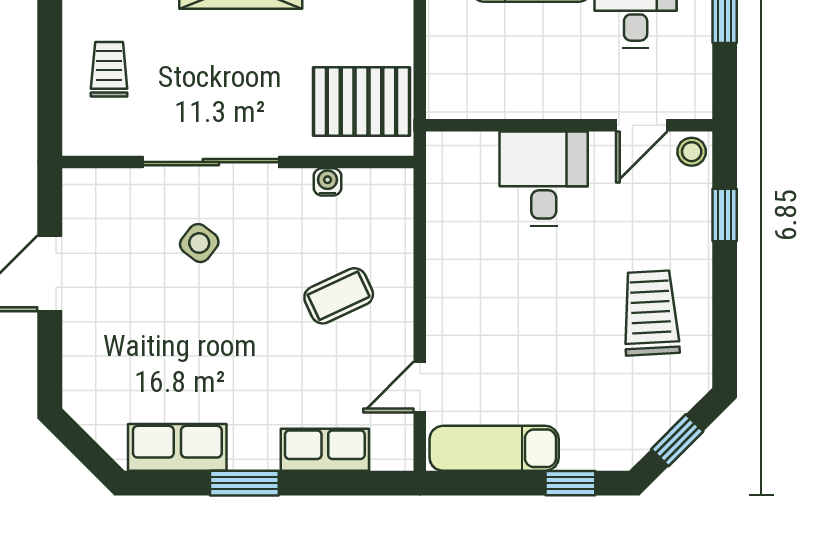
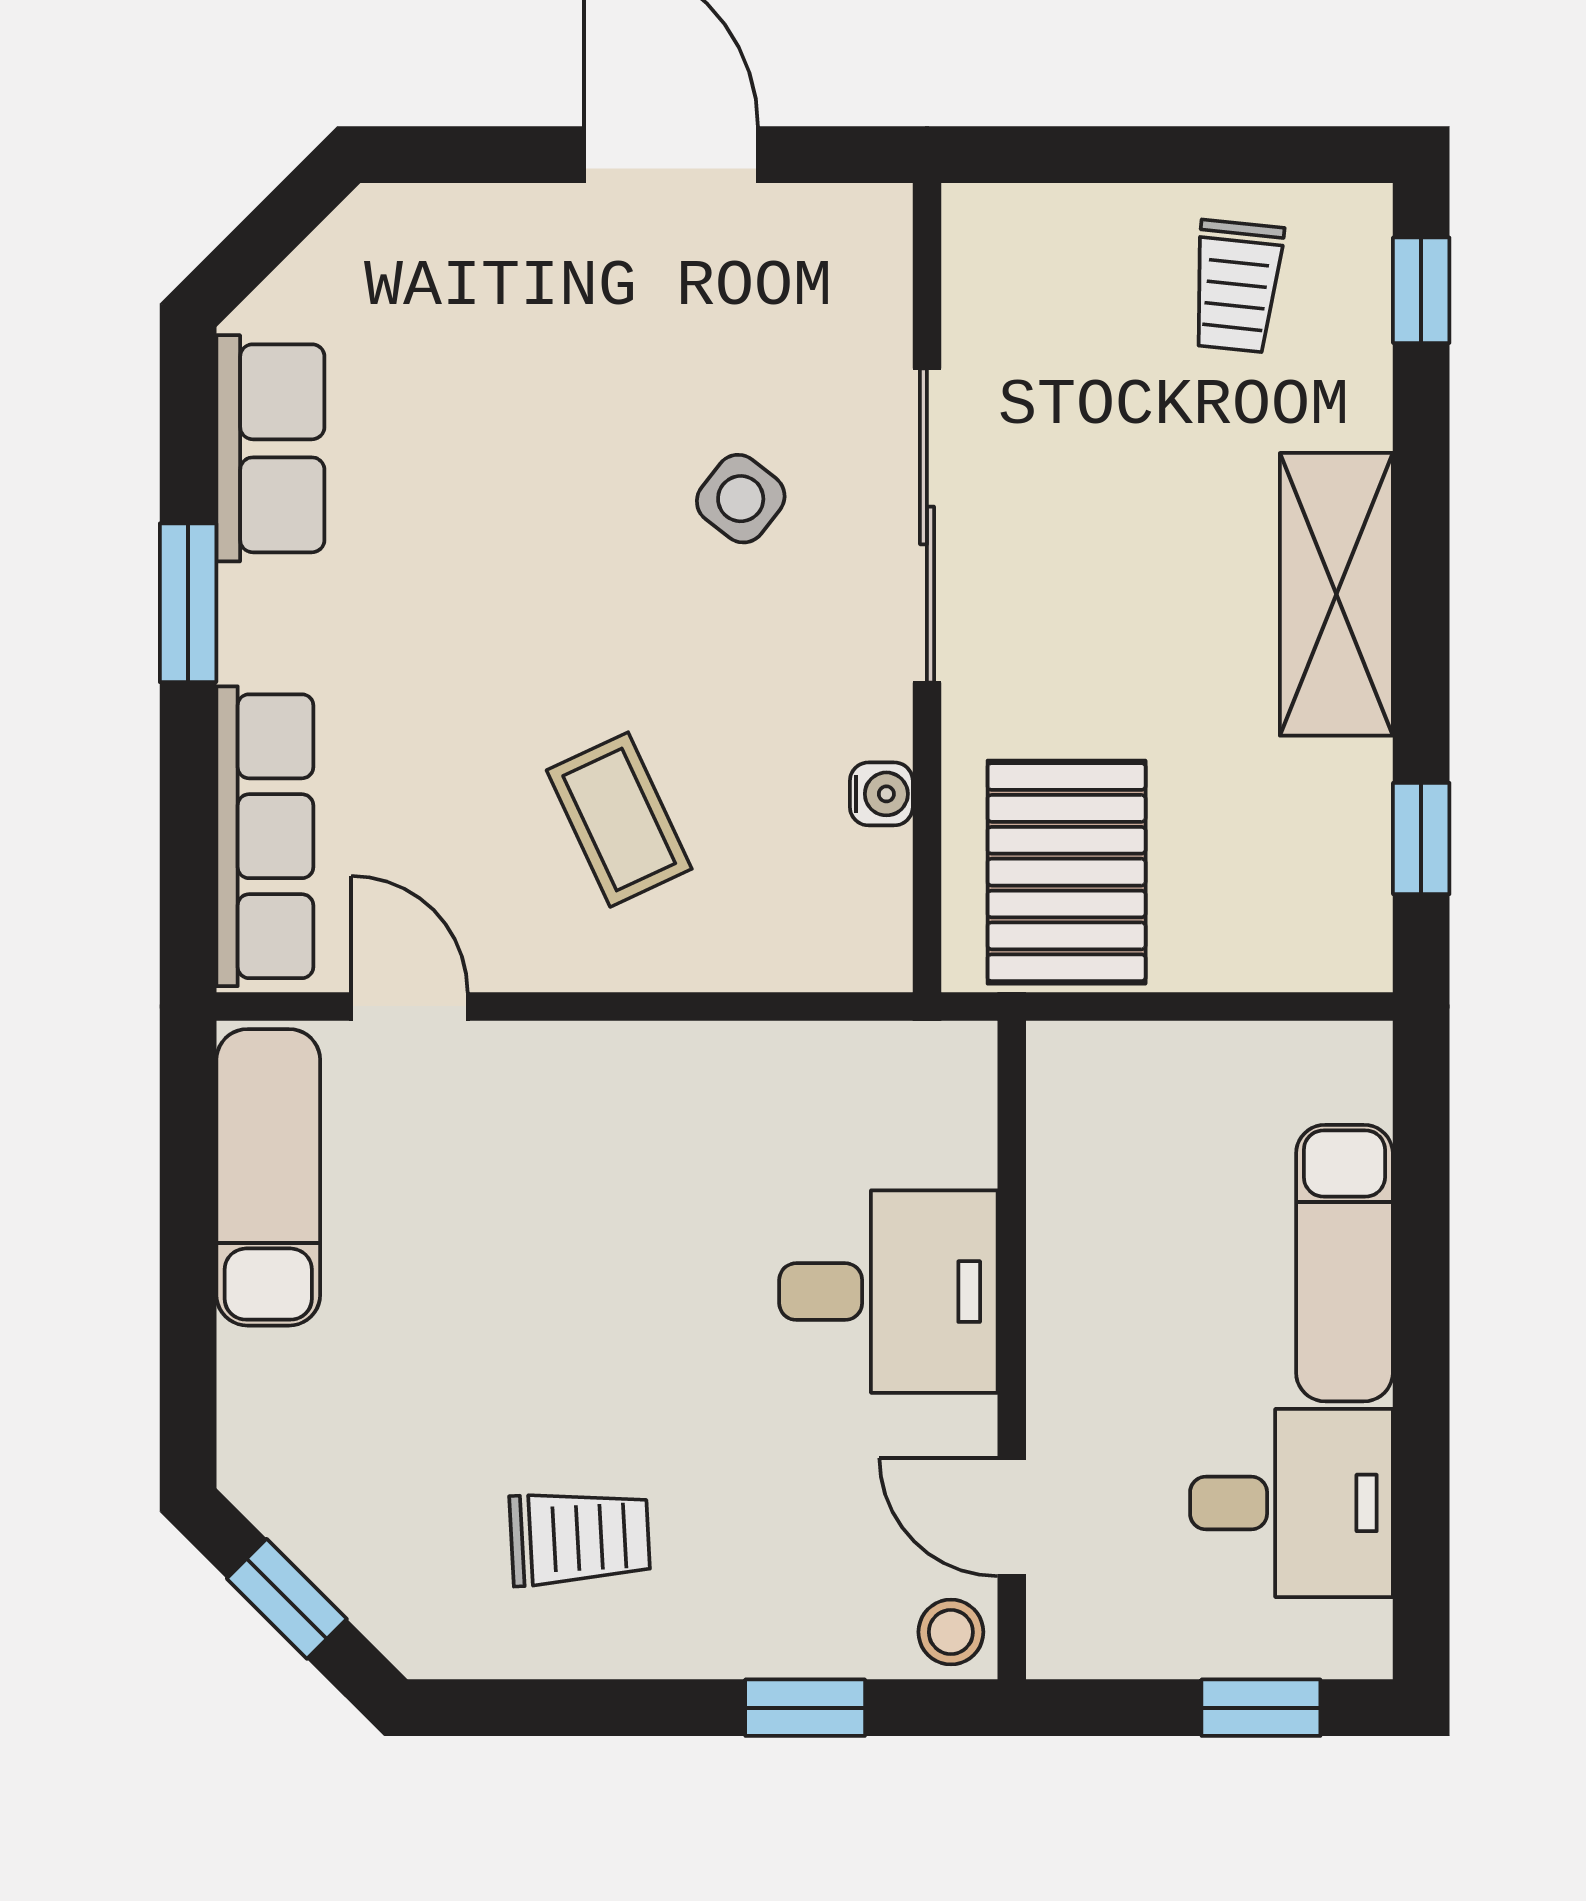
trolley: (109, 69) -> (1237, 286), moved, turned 96
trolley: (651, 313) -> (580, 1538), width x0.73, depth x0.72
row of seats: (325, 450) -> (265, 836), width x1.48
window: (570, 483) -> (188, 1353), removed

